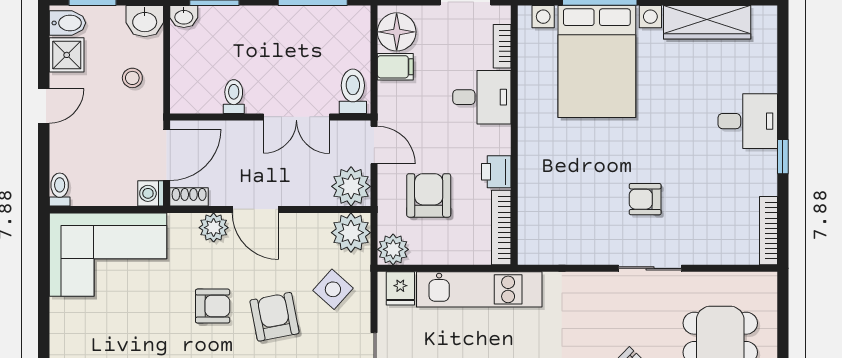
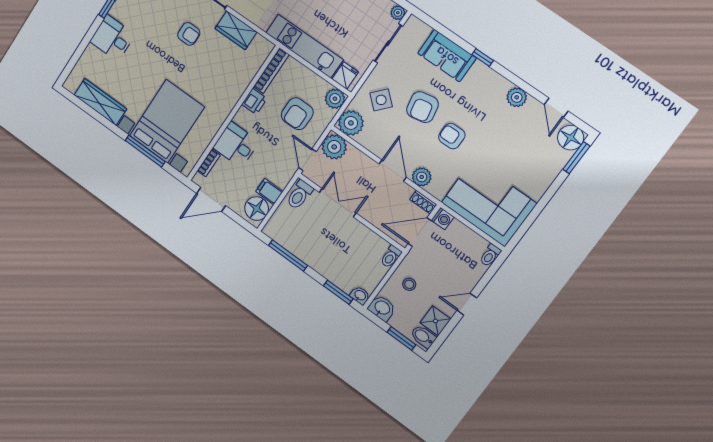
toilet: (234, 97) -> (391, 257), moved
wardrobe: (584, 248) -> (236, 30), added

